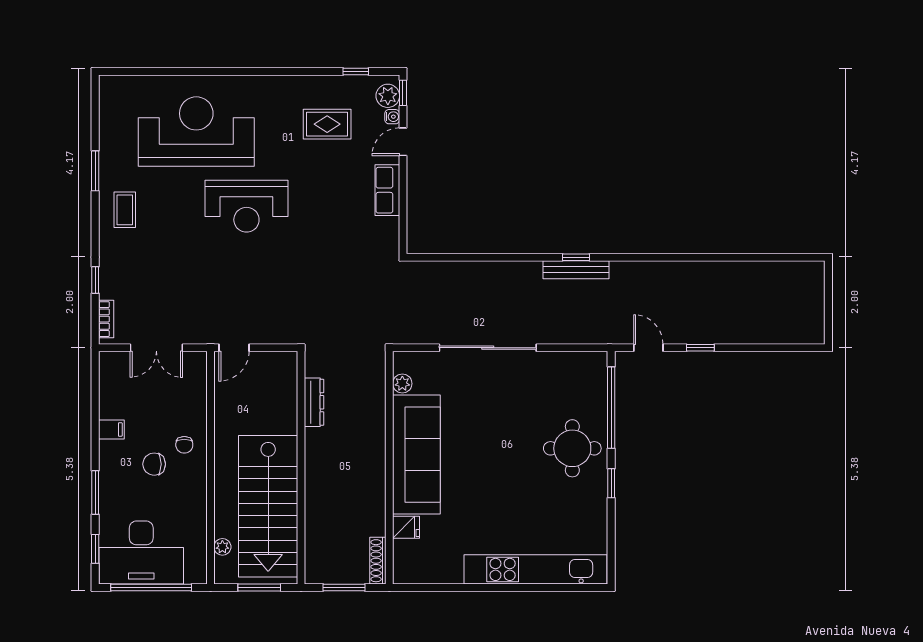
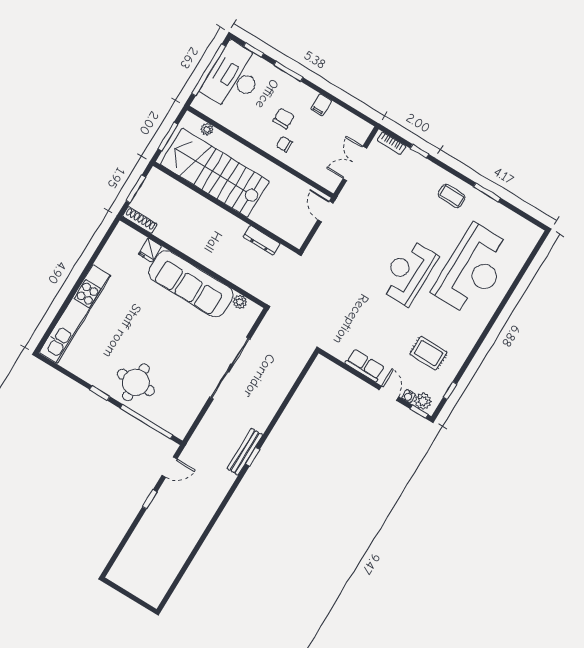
rug: (327, 124) -> (428, 353), turned 90

